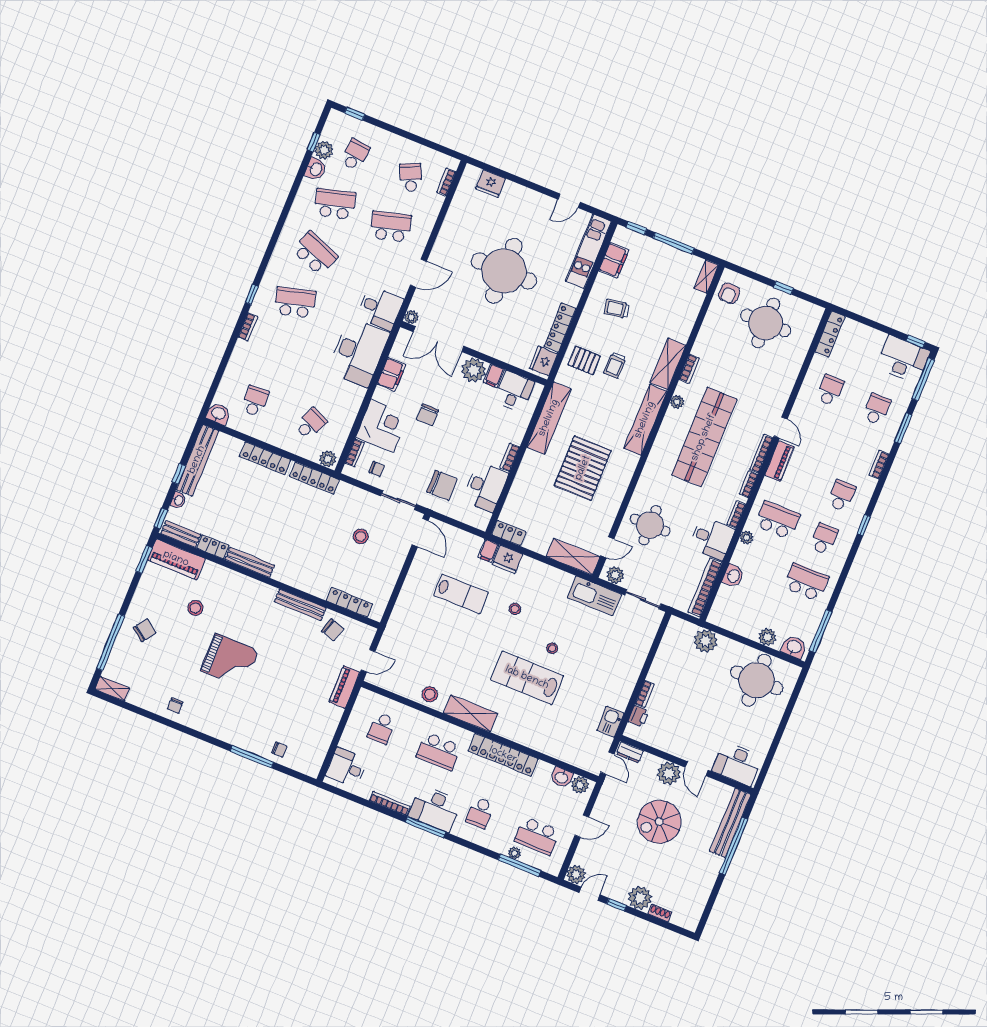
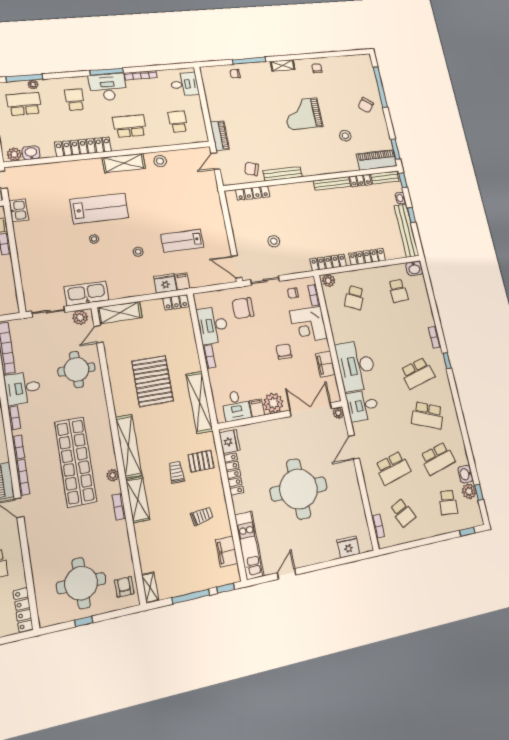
shelving: (112, 689) -> (283, 65), moved

